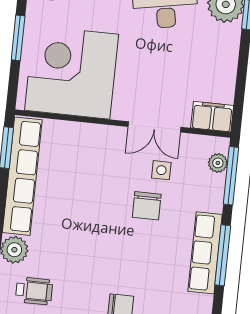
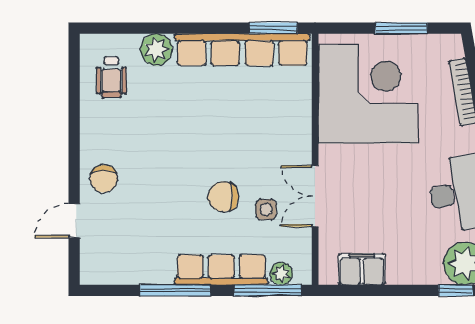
filing cabinet: (212, 117) -> (362, 269), moved, turned -90
row of seats: (205, 253) -> (221, 270), moved

